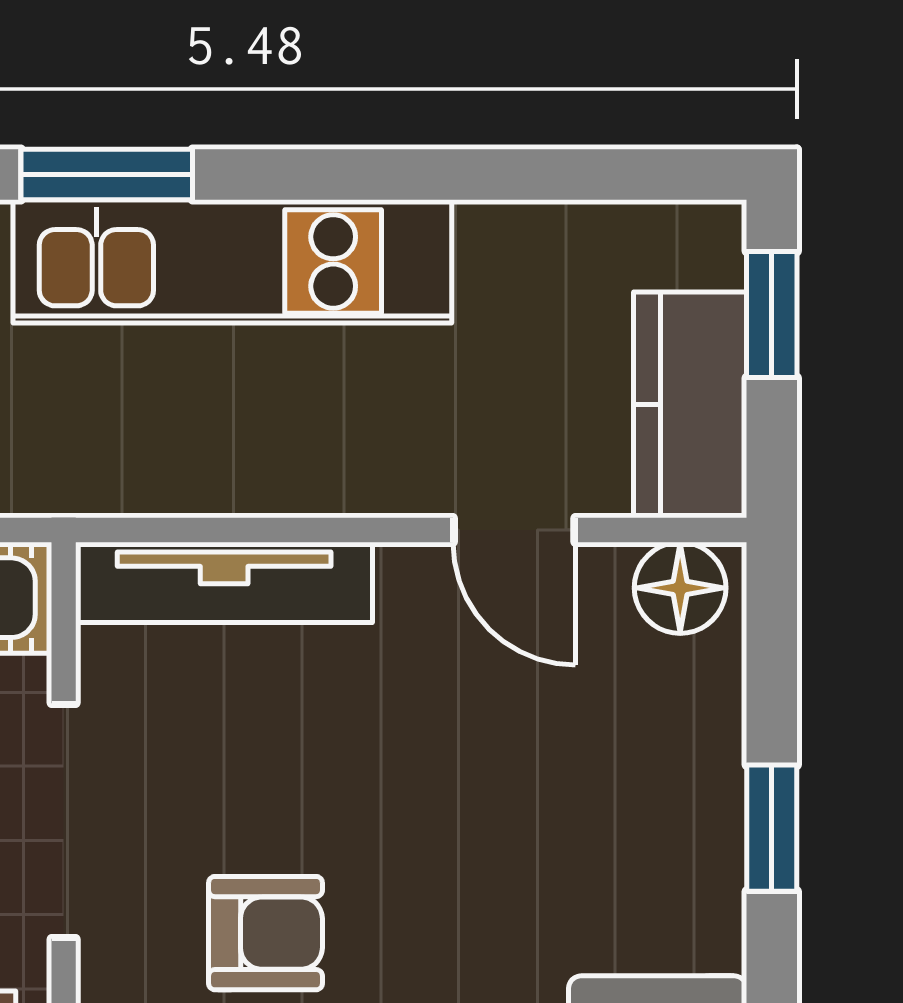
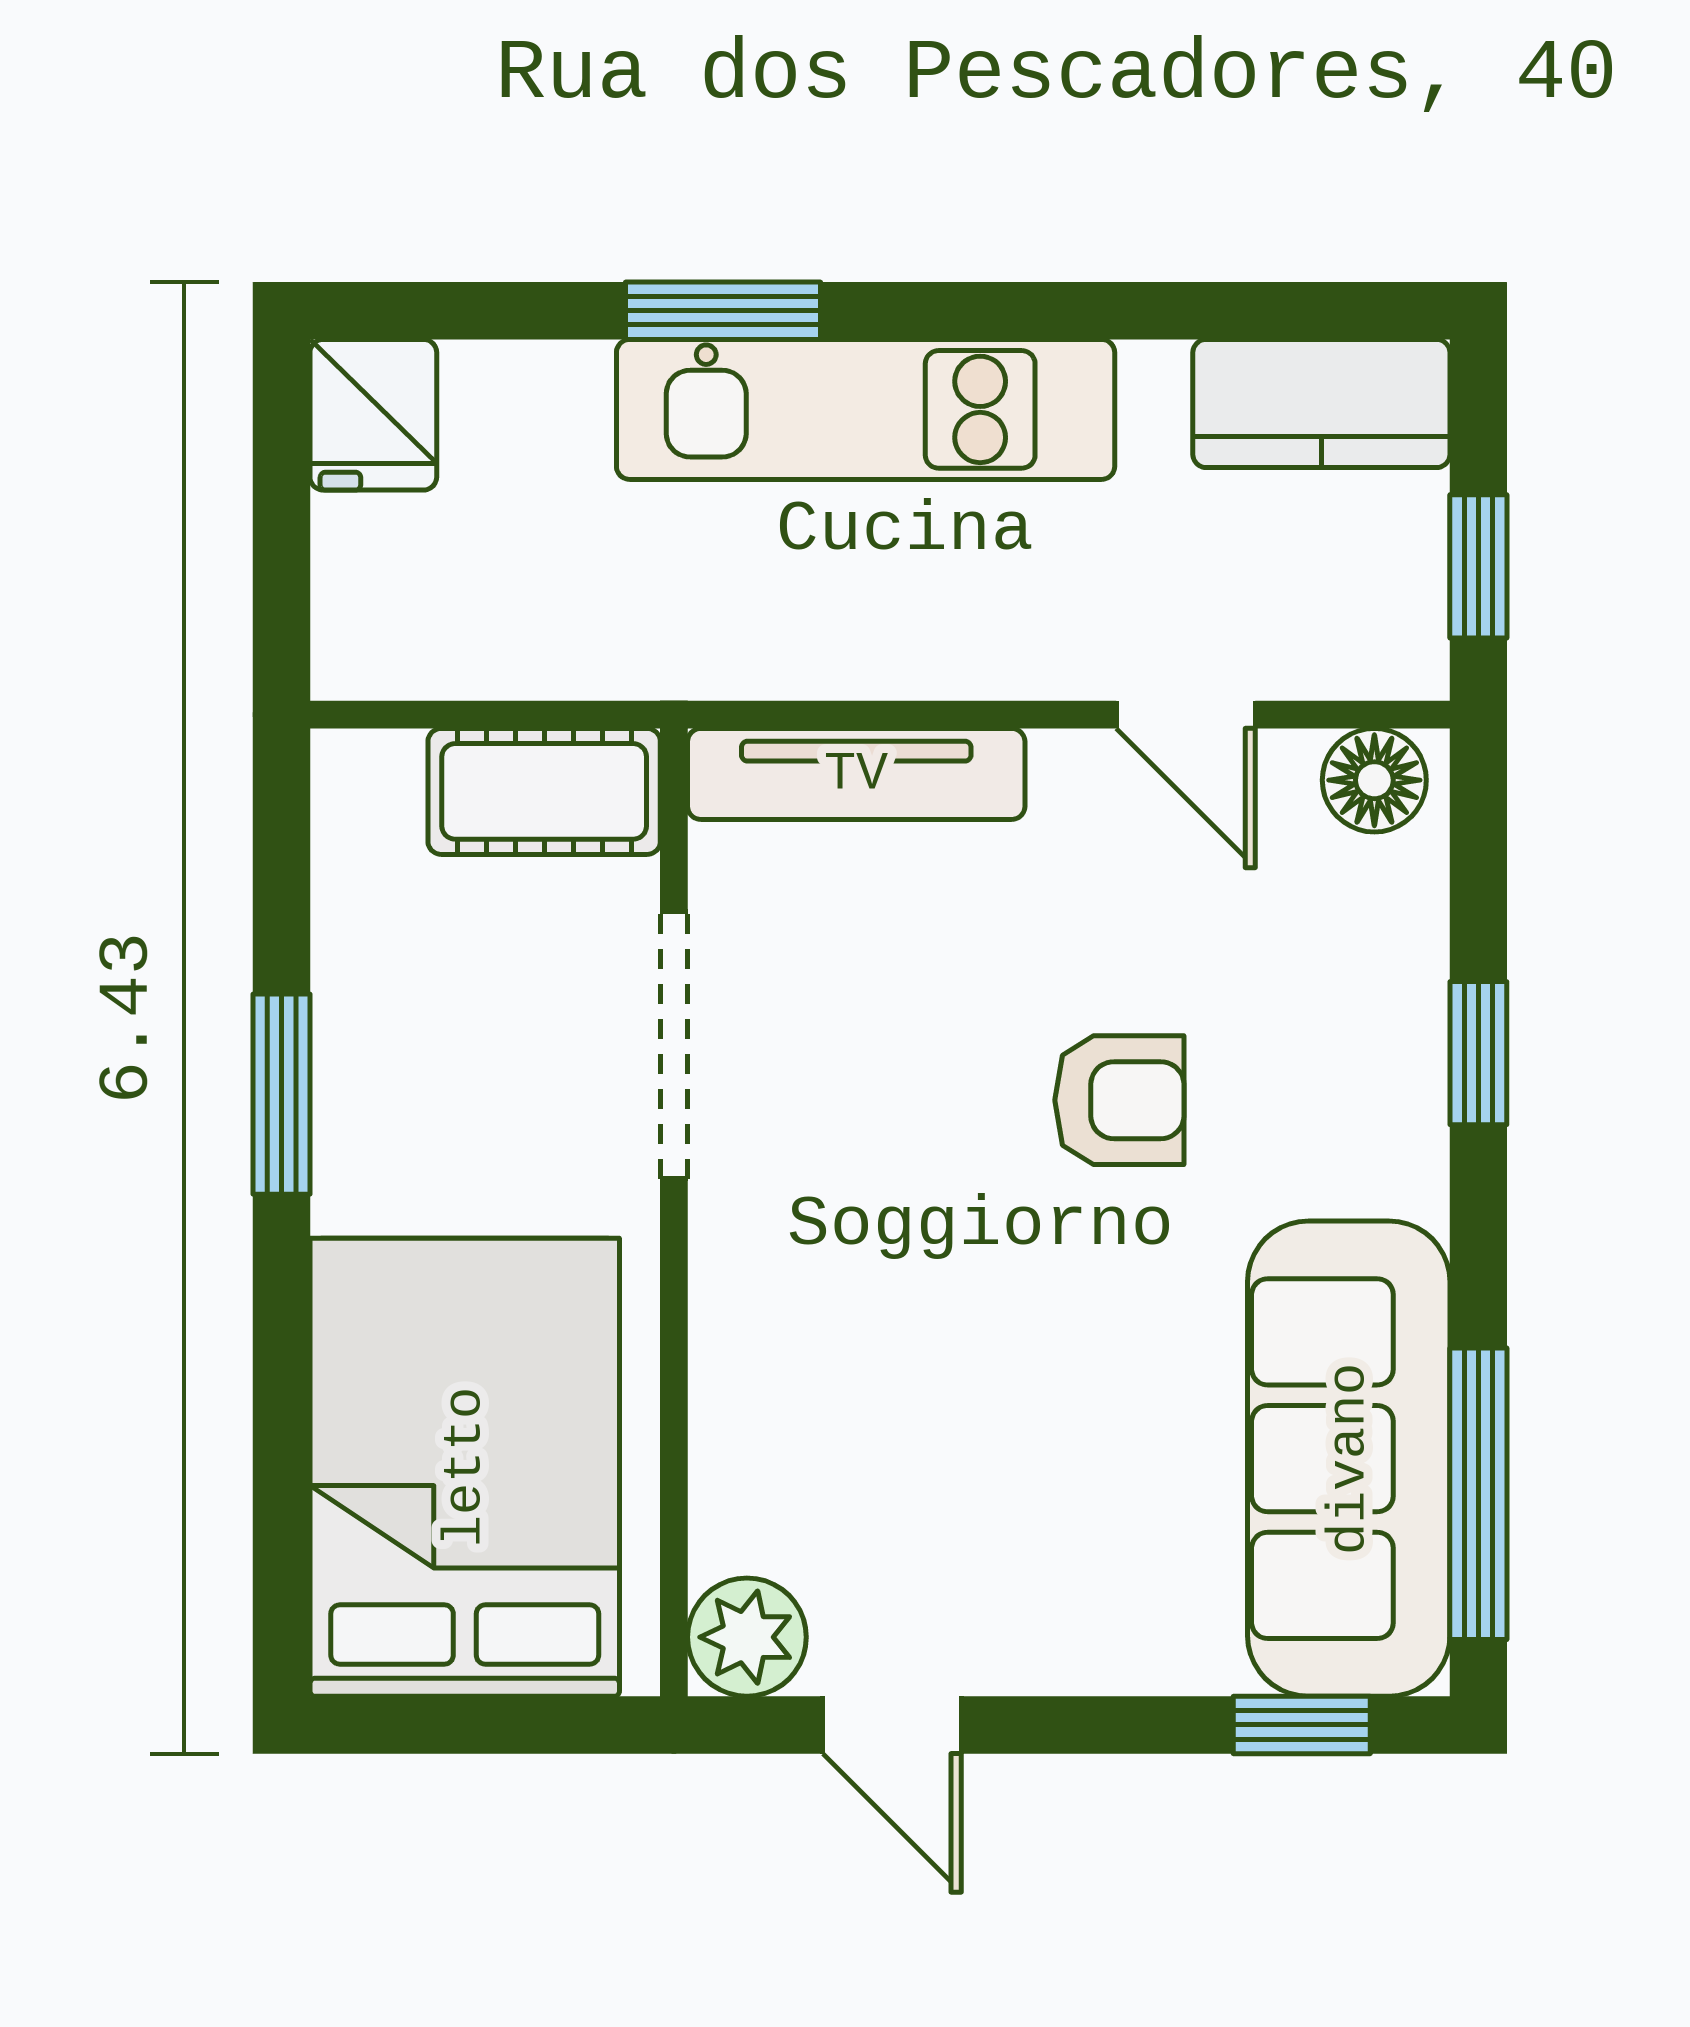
window: (772, 314) -> (1478, 566), moved
kitchen counter: (690, 405) -> (1321, 403), moved, turned -90
armchair: (265, 933) -> (1119, 1100), moved

